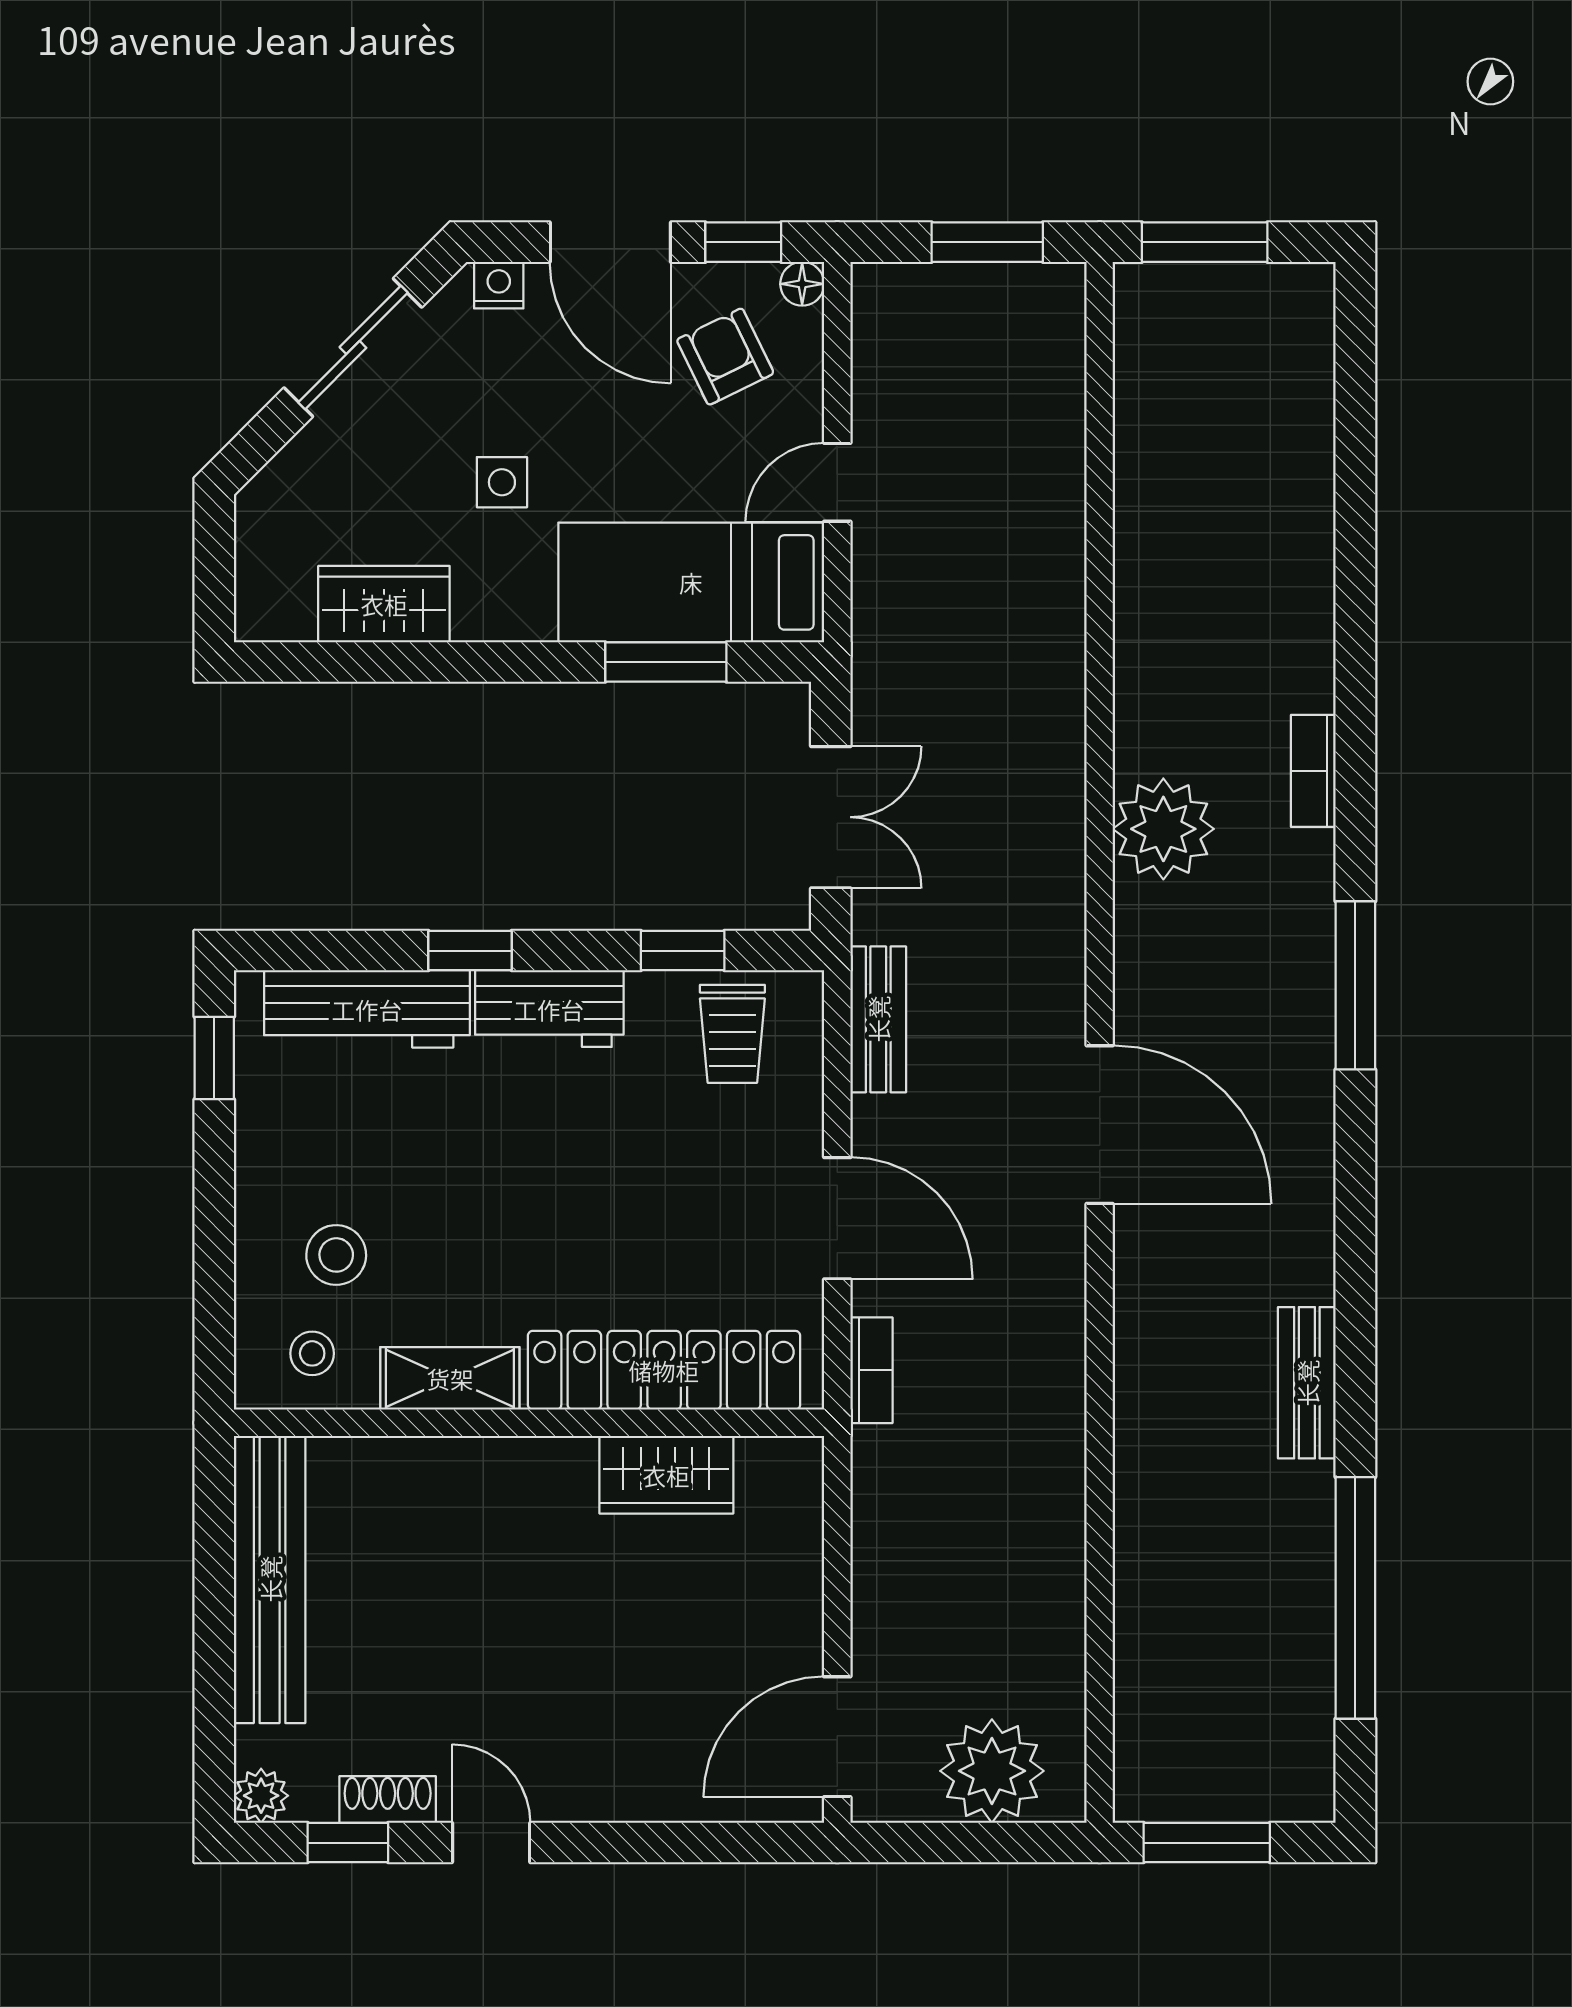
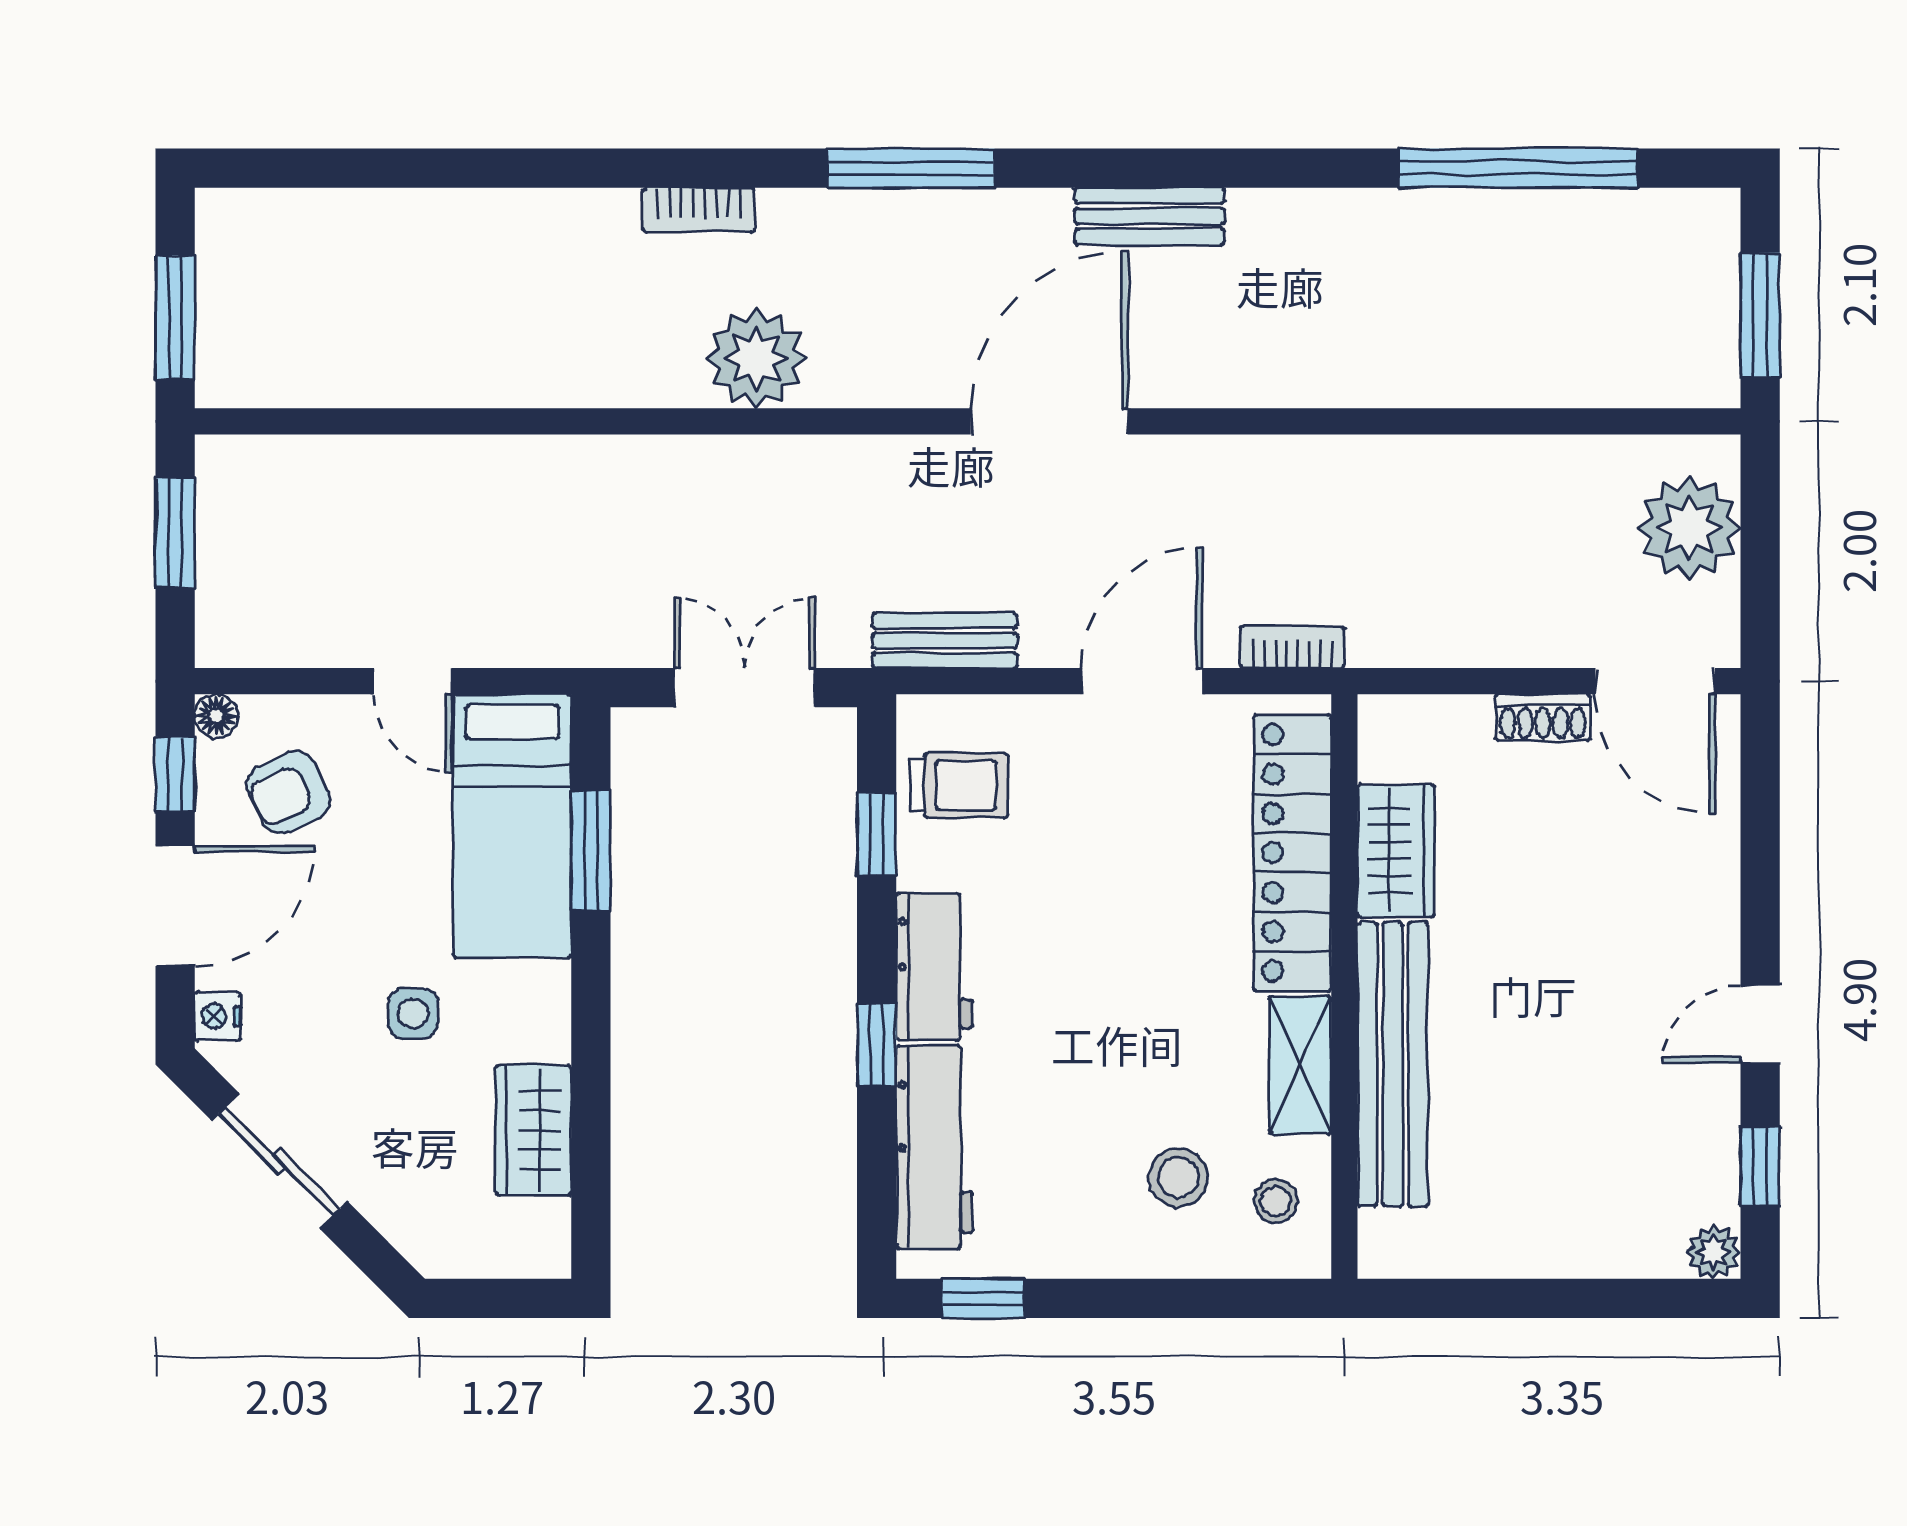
bench: (1307, 1383) -> (1150, 216), moved
bench: (270, 1579) -> (1393, 1064), moved, turned 90
shoe rack: (388, 1799) -> (1543, 717), moved, turned -90

